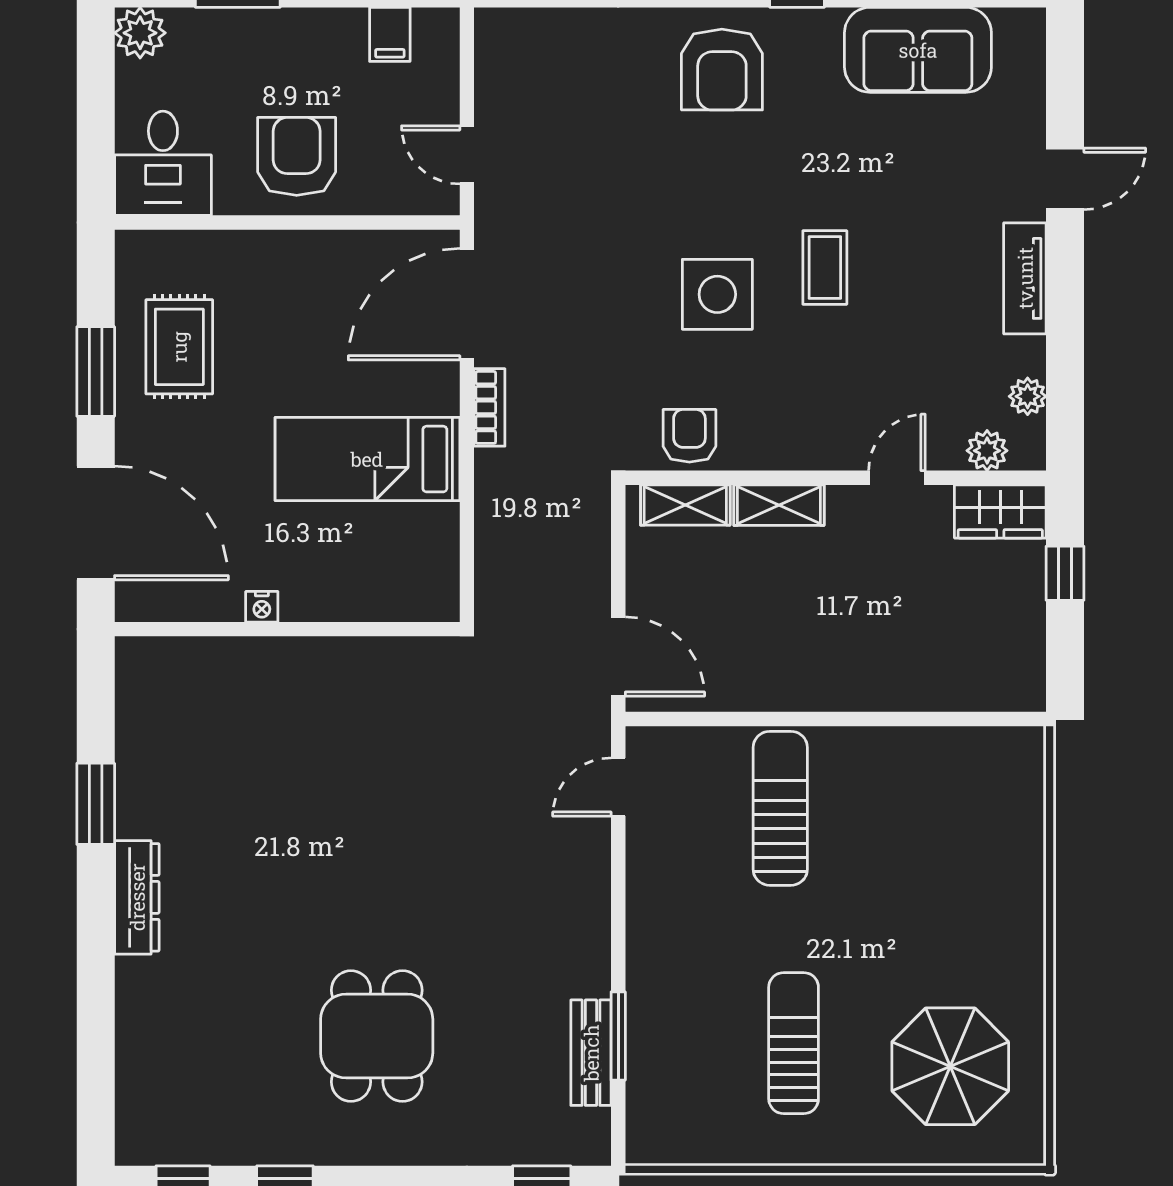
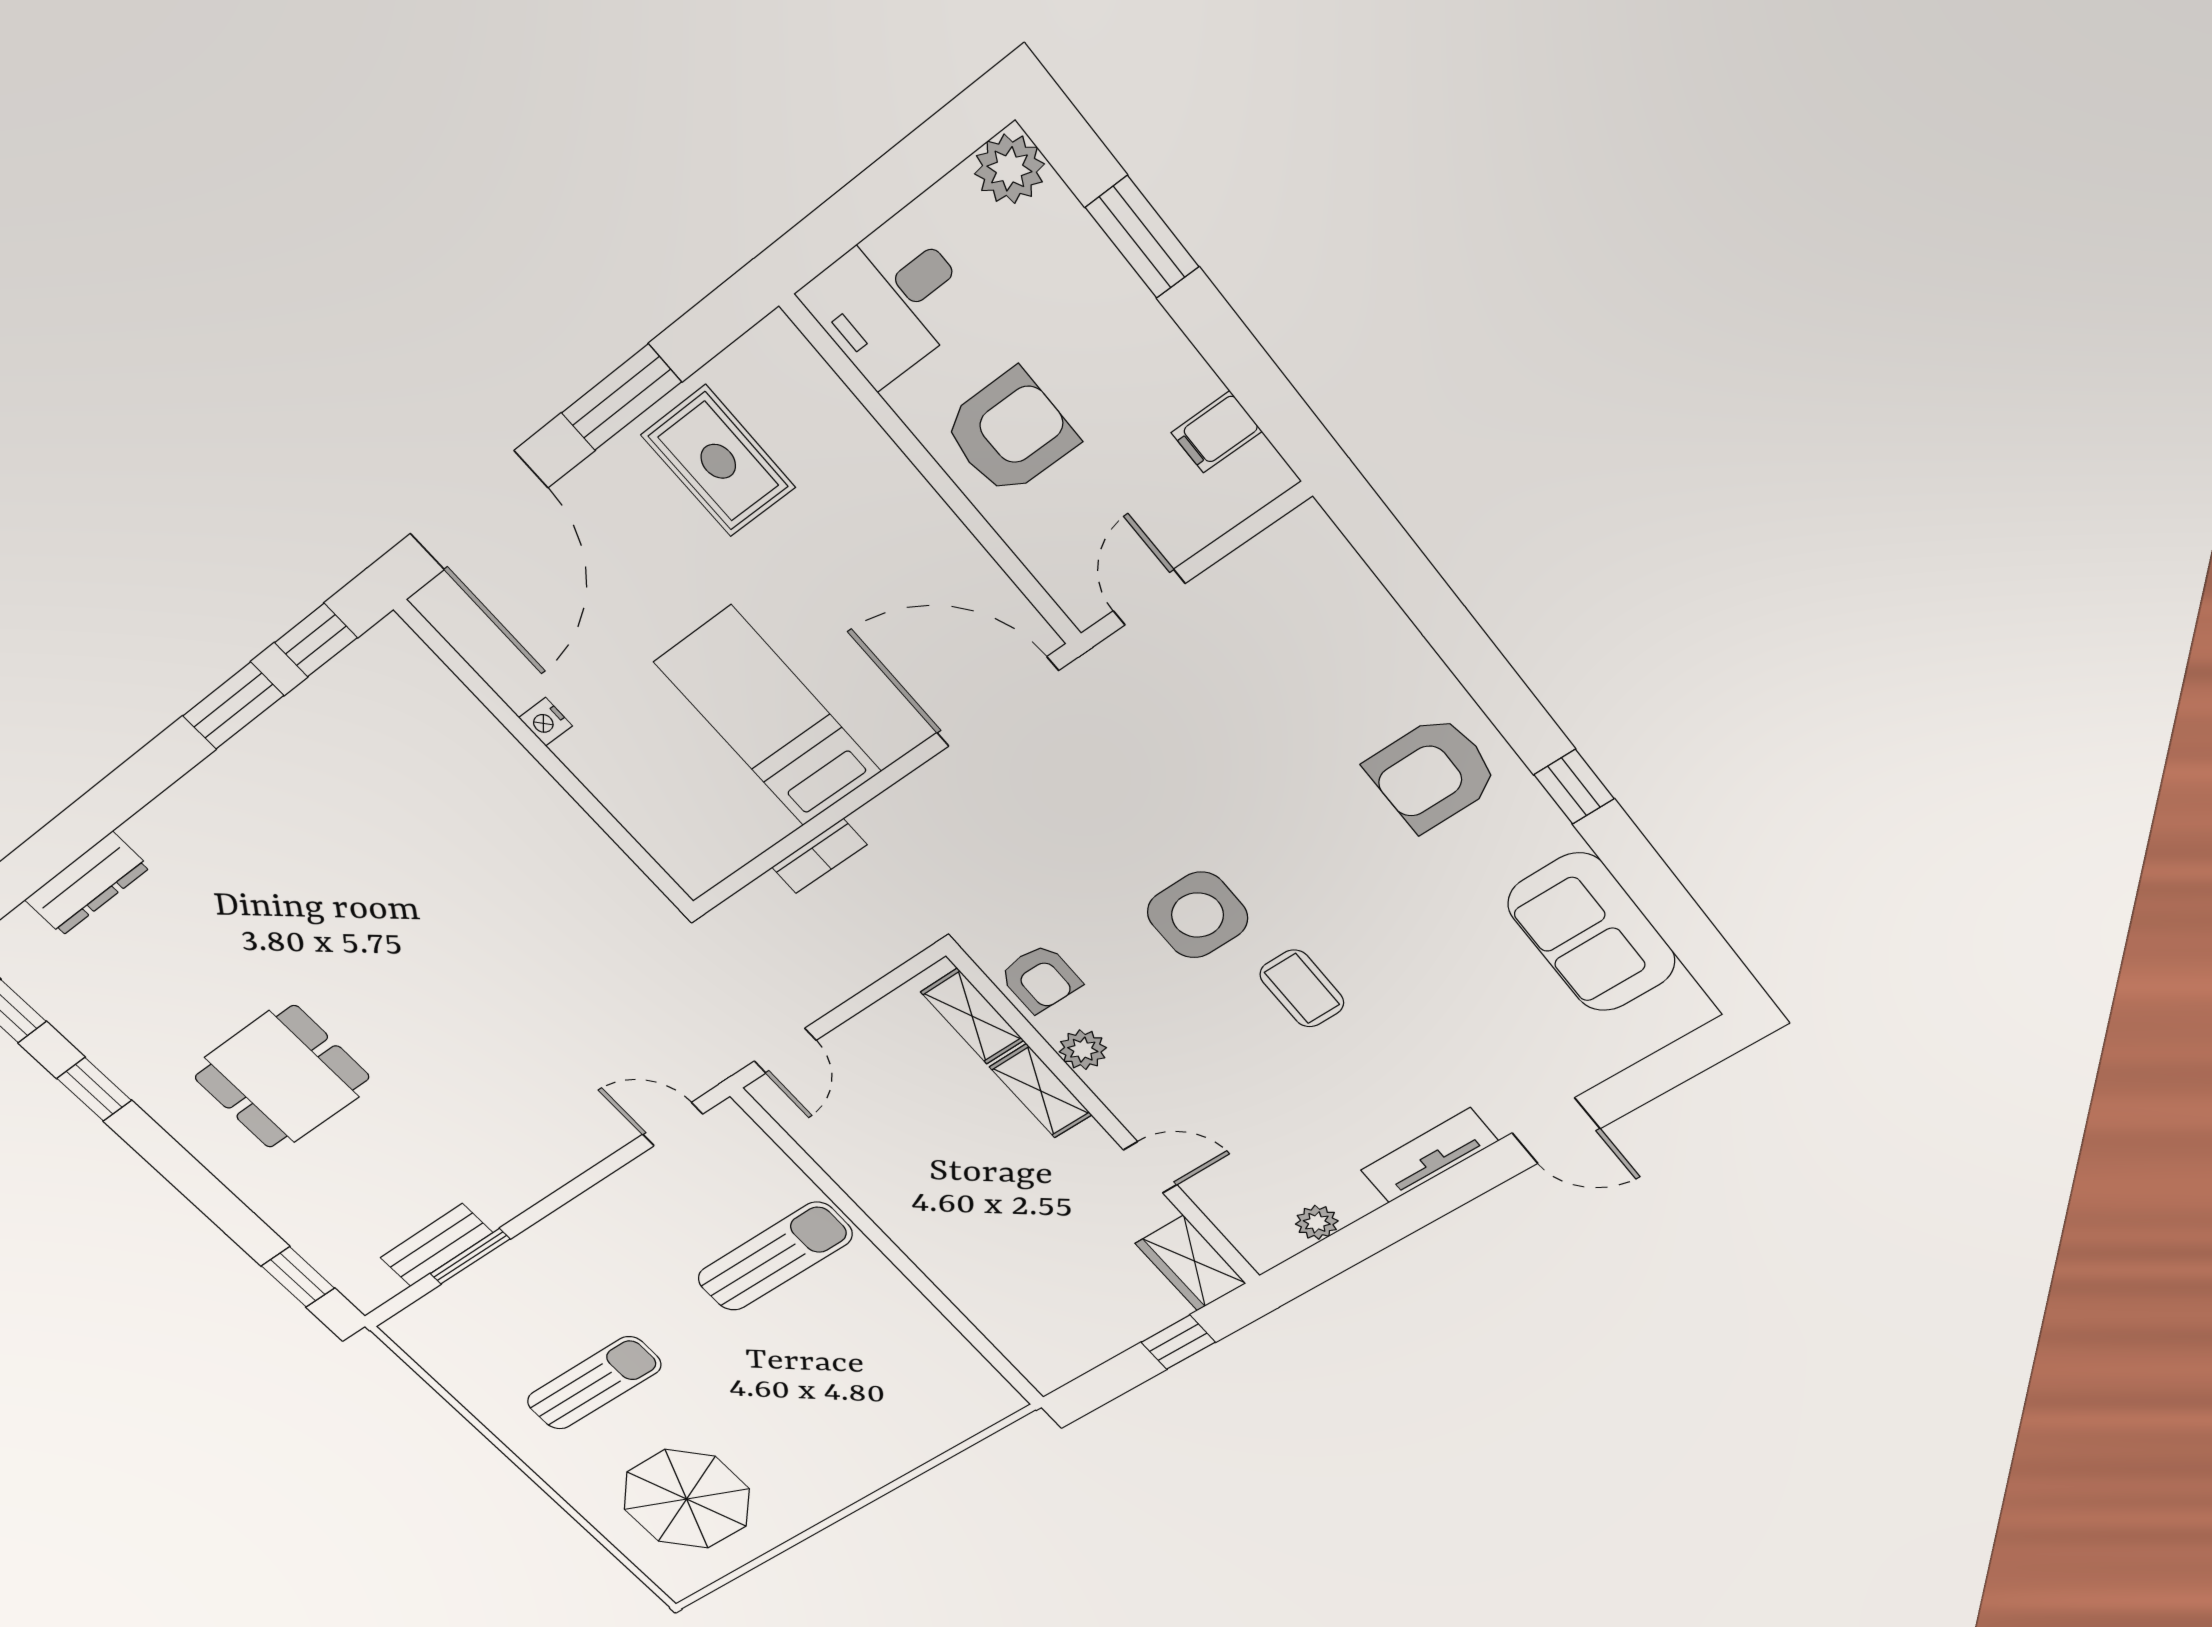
coffee table: (825, 267) -> (1302, 989), turned 90
rug: (179, 347) -> (718, 461), turned 90
bookcase: (489, 407) -> (819, 856), moved
armchair: (689, 436) -> (1040, 978), turned 90
plant: (987, 451) -> (1083, 1050), moved
door: (618, 657) -> (785, 1051), width x0.73
window: (96, 706) -> (316, 640), added
dresser: (137, 897) -> (87, 884), moved

